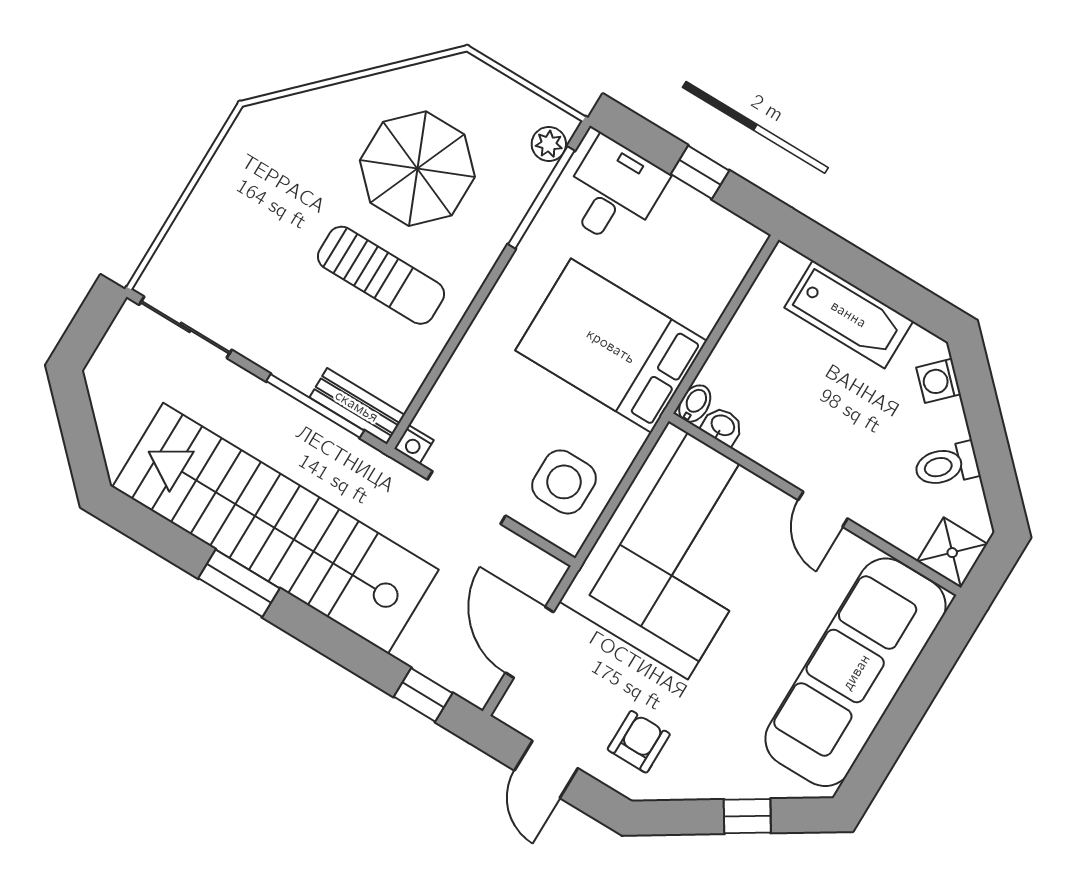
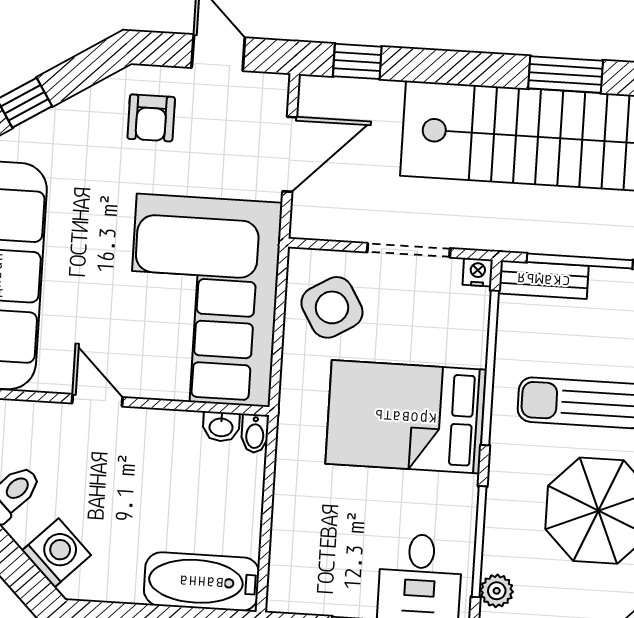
bathtub: (849, 314) -> (202, 582), moved
bed: (611, 346) -> (406, 417), moved, turned 180
window: (448, 351) -> (490, 368), added
washing machine: (939, 381) -> (56, 553), width x1.38, depth x1.38
side table: (564, 482) -> (332, 307), turned -31
door: (529, 642) -> (290, 154), hinge flipped

